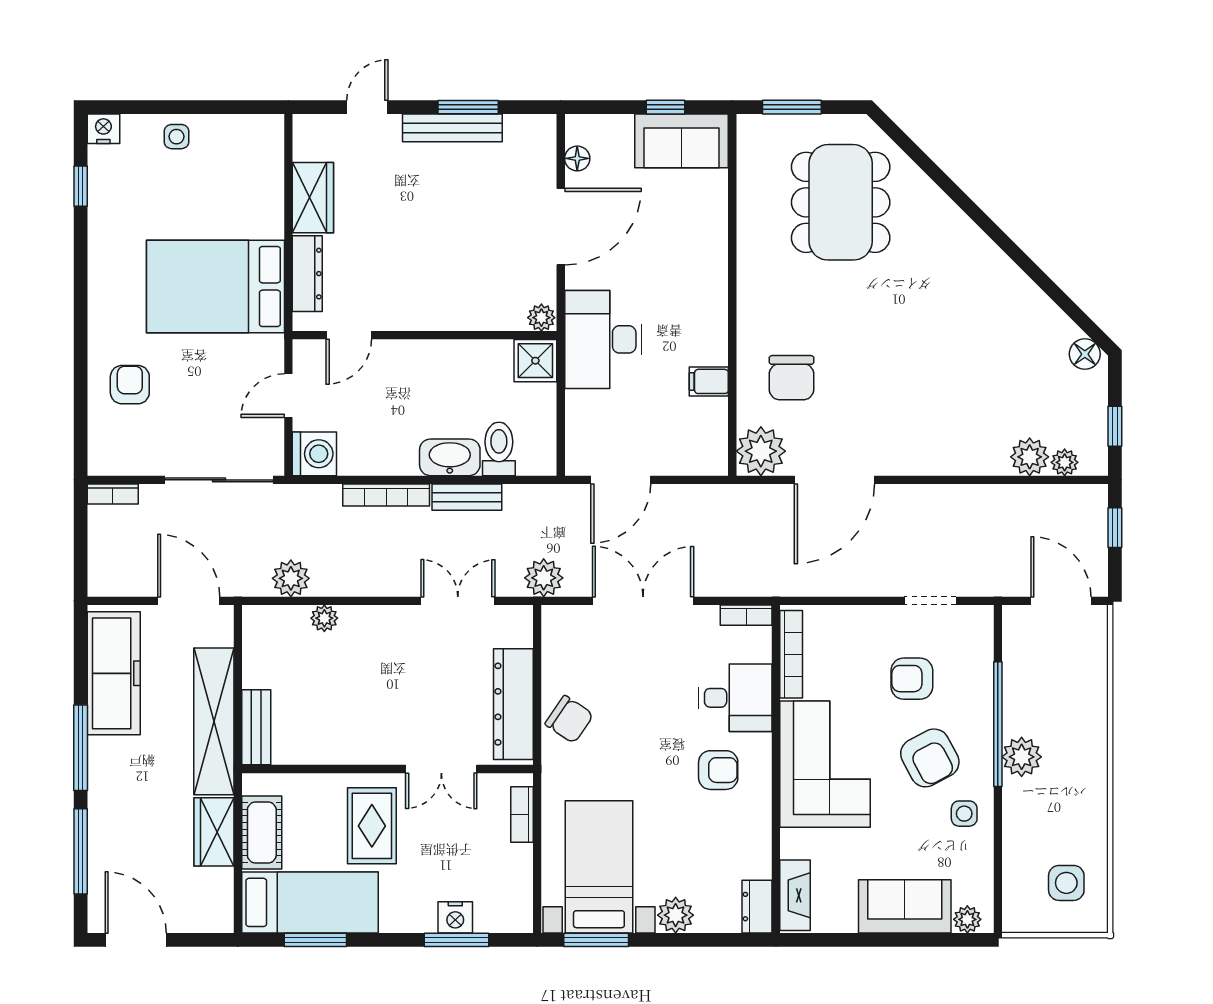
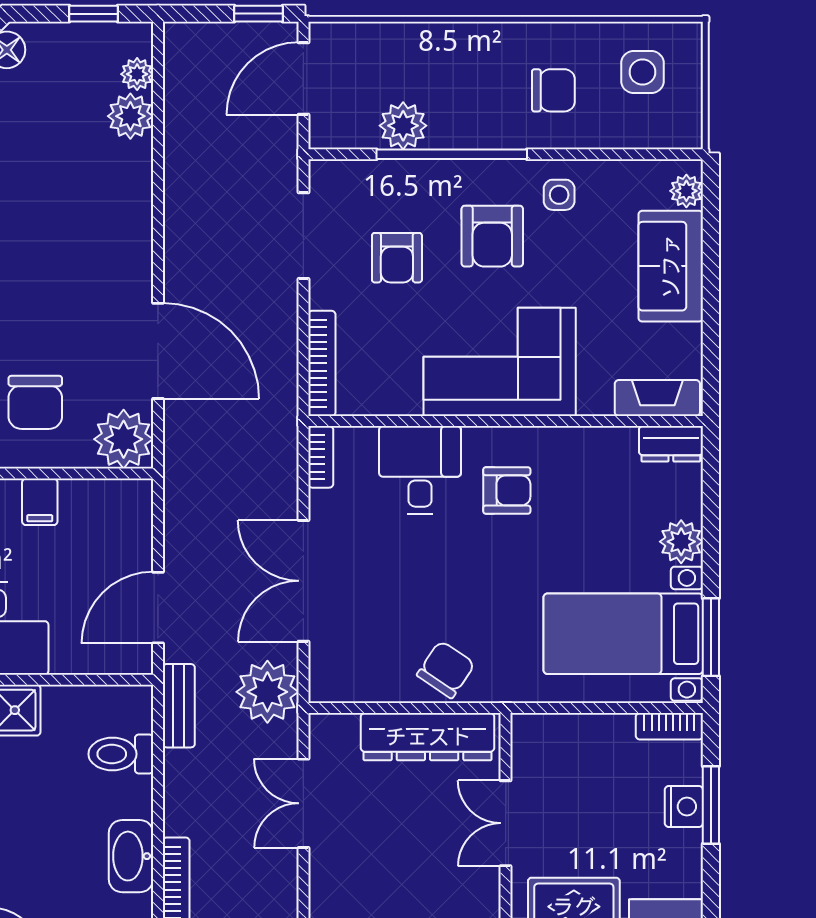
chair: (792, 378) -> (35, 402), turned 90
washbasin: (450, 457) -> (131, 856), moved
door: (621, 480) -> (158, 608), swing flipped
bench: (467, 497) -> (179, 706), moved
window: (1115, 528) -> (258, 14), moved
plant: (544, 578) -> (267, 692), width x1.36, depth x1.36
doorway: (930, 601) -> (303, 236), width x1.38
bookcase: (791, 654) -> (322, 363), moved, turned 90
plant: (1022, 757) -> (403, 126), moved
armchair: (930, 758) -> (492, 236), turned 118
double door: (441, 769) -> (506, 823), swing flipped
armchair: (718, 770) -> (507, 490), turned 90
chair: (1051, 809) -> (553, 90), added
bookcase: (522, 814) -> (669, 726), moved

